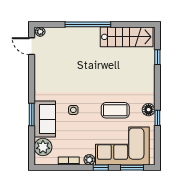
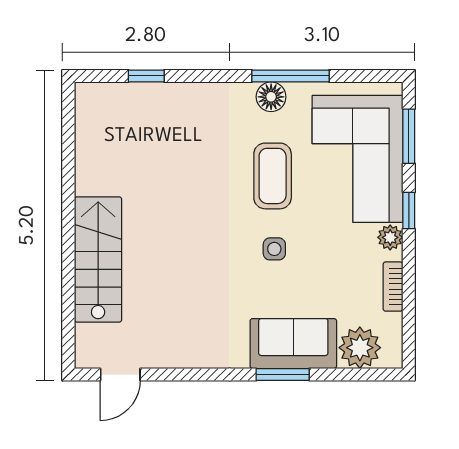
window: (88, 24) -> (68, 241), removed
plant: (40, 32) -> (86, 354), removed
stairs: (127, 37) -> (98, 259), moved
side table: (73, 110) -> (274, 249), moved
window: (157, 118) -> (290, 76), width x2.17

